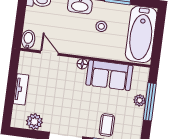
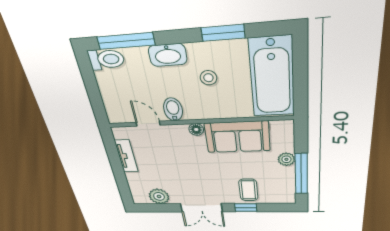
bidet: (28, 39) -> (173, 109), moved
tv unit: (21, 89) -> (126, 156), moved
window: (150, 102) -> (301, 174), moved

